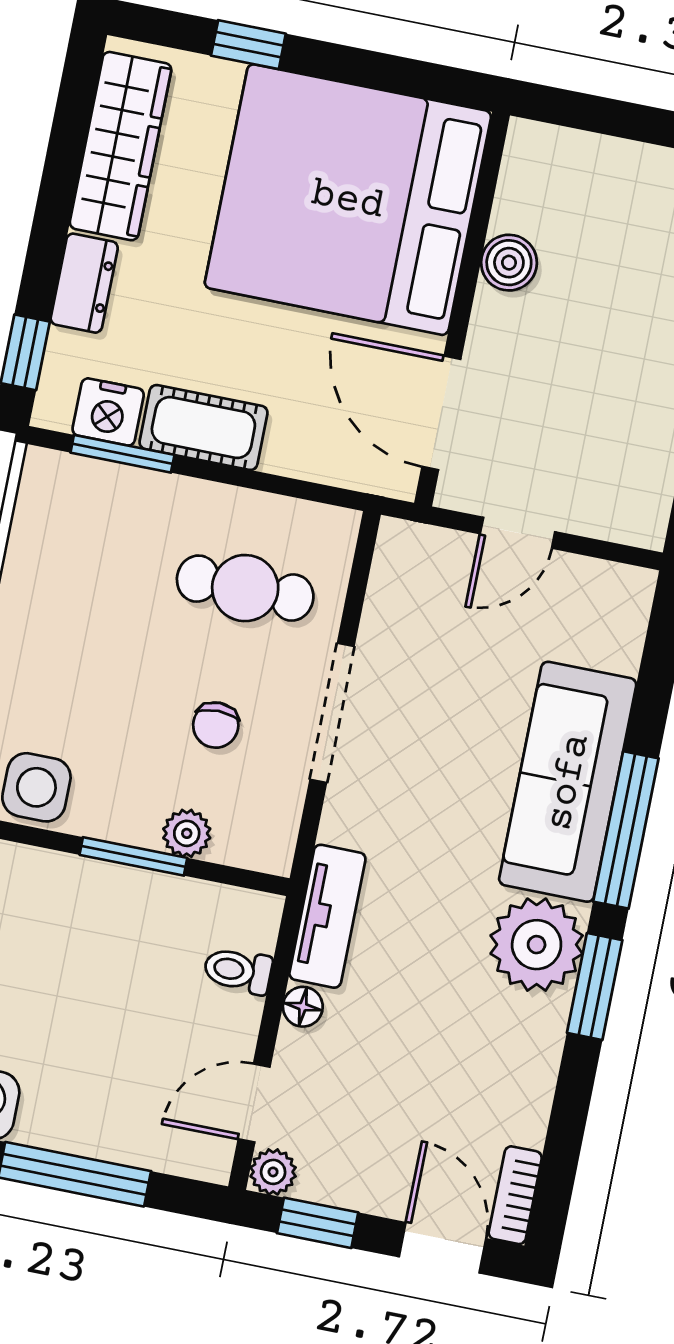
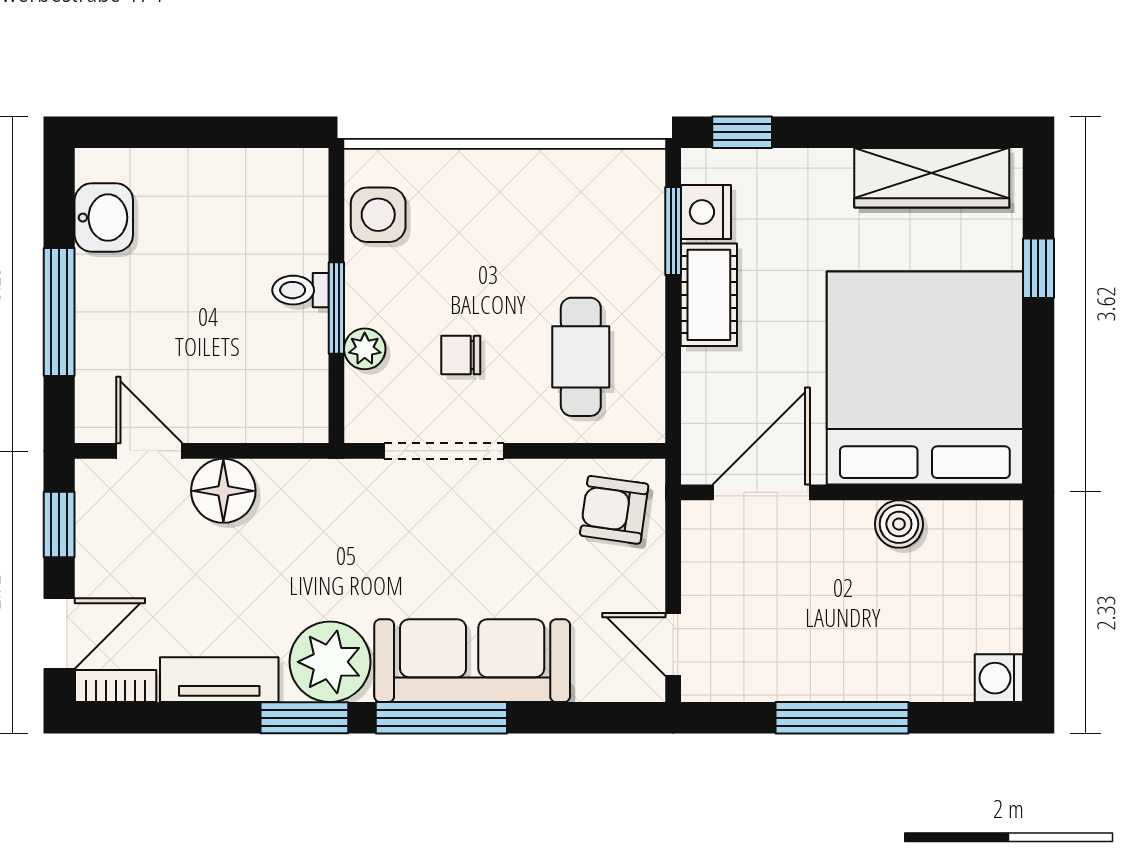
dresser: (84, 283) -> (810, 170), removed
door: (518, 533) -> (673, 644), moved
armchair: (428, 585) -> (614, 510), added
doorway: (332, 713) -> (444, 451), moved
tv unit: (327, 916) -> (219, 680), moved, turned 180
toilet: (238, 971) -> (300, 290), moved, turned -90
floor lamp: (303, 1007) -> (223, 491), width x1.89, depth x1.89
plant: (273, 1172) -> (94, 478), removed

